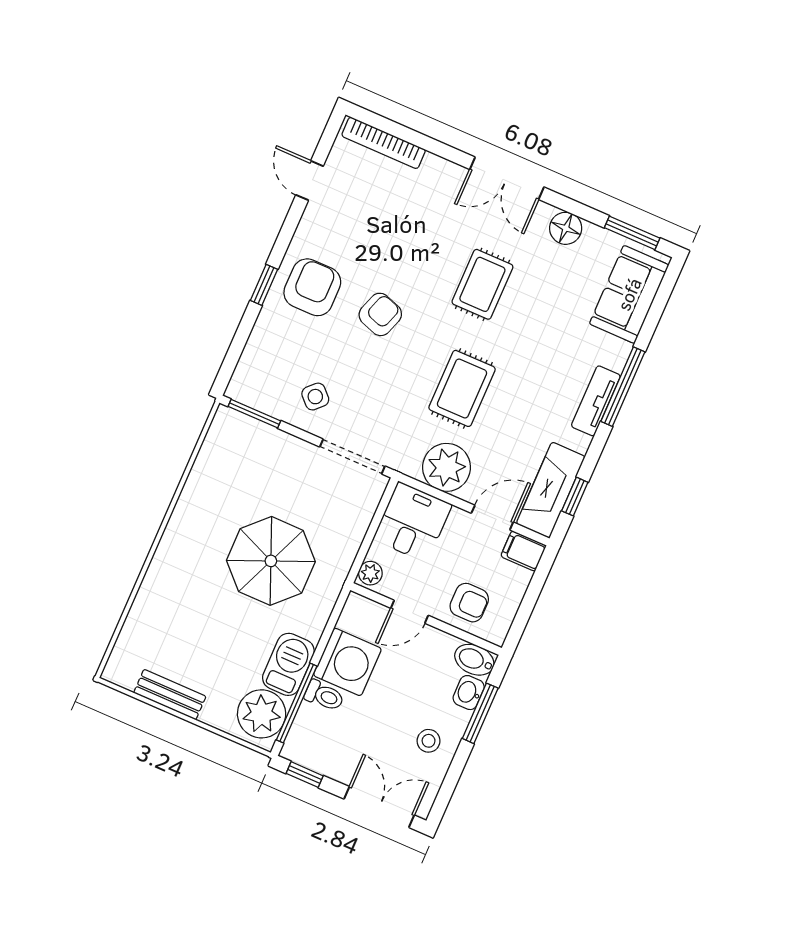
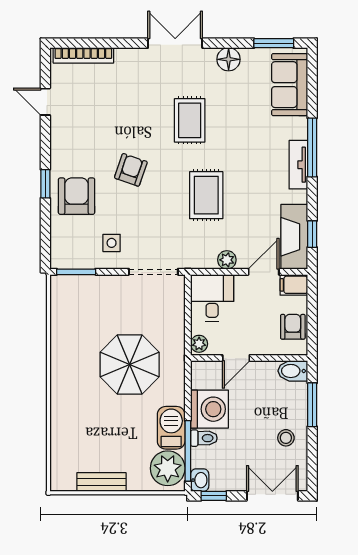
double door: (507, 178) -> (175, 43), swing flipped
armchair: (312, 287) -> (77, 196), moved
side table: (315, 397) -> (112, 243), turned 45
plant: (447, 467) -> (227, 260), width x0.53, depth x0.53
armchair: (469, 603) -> (293, 327), moved, turned -90
washbasin: (469, 693) -> (200, 480), moved, turned 180

